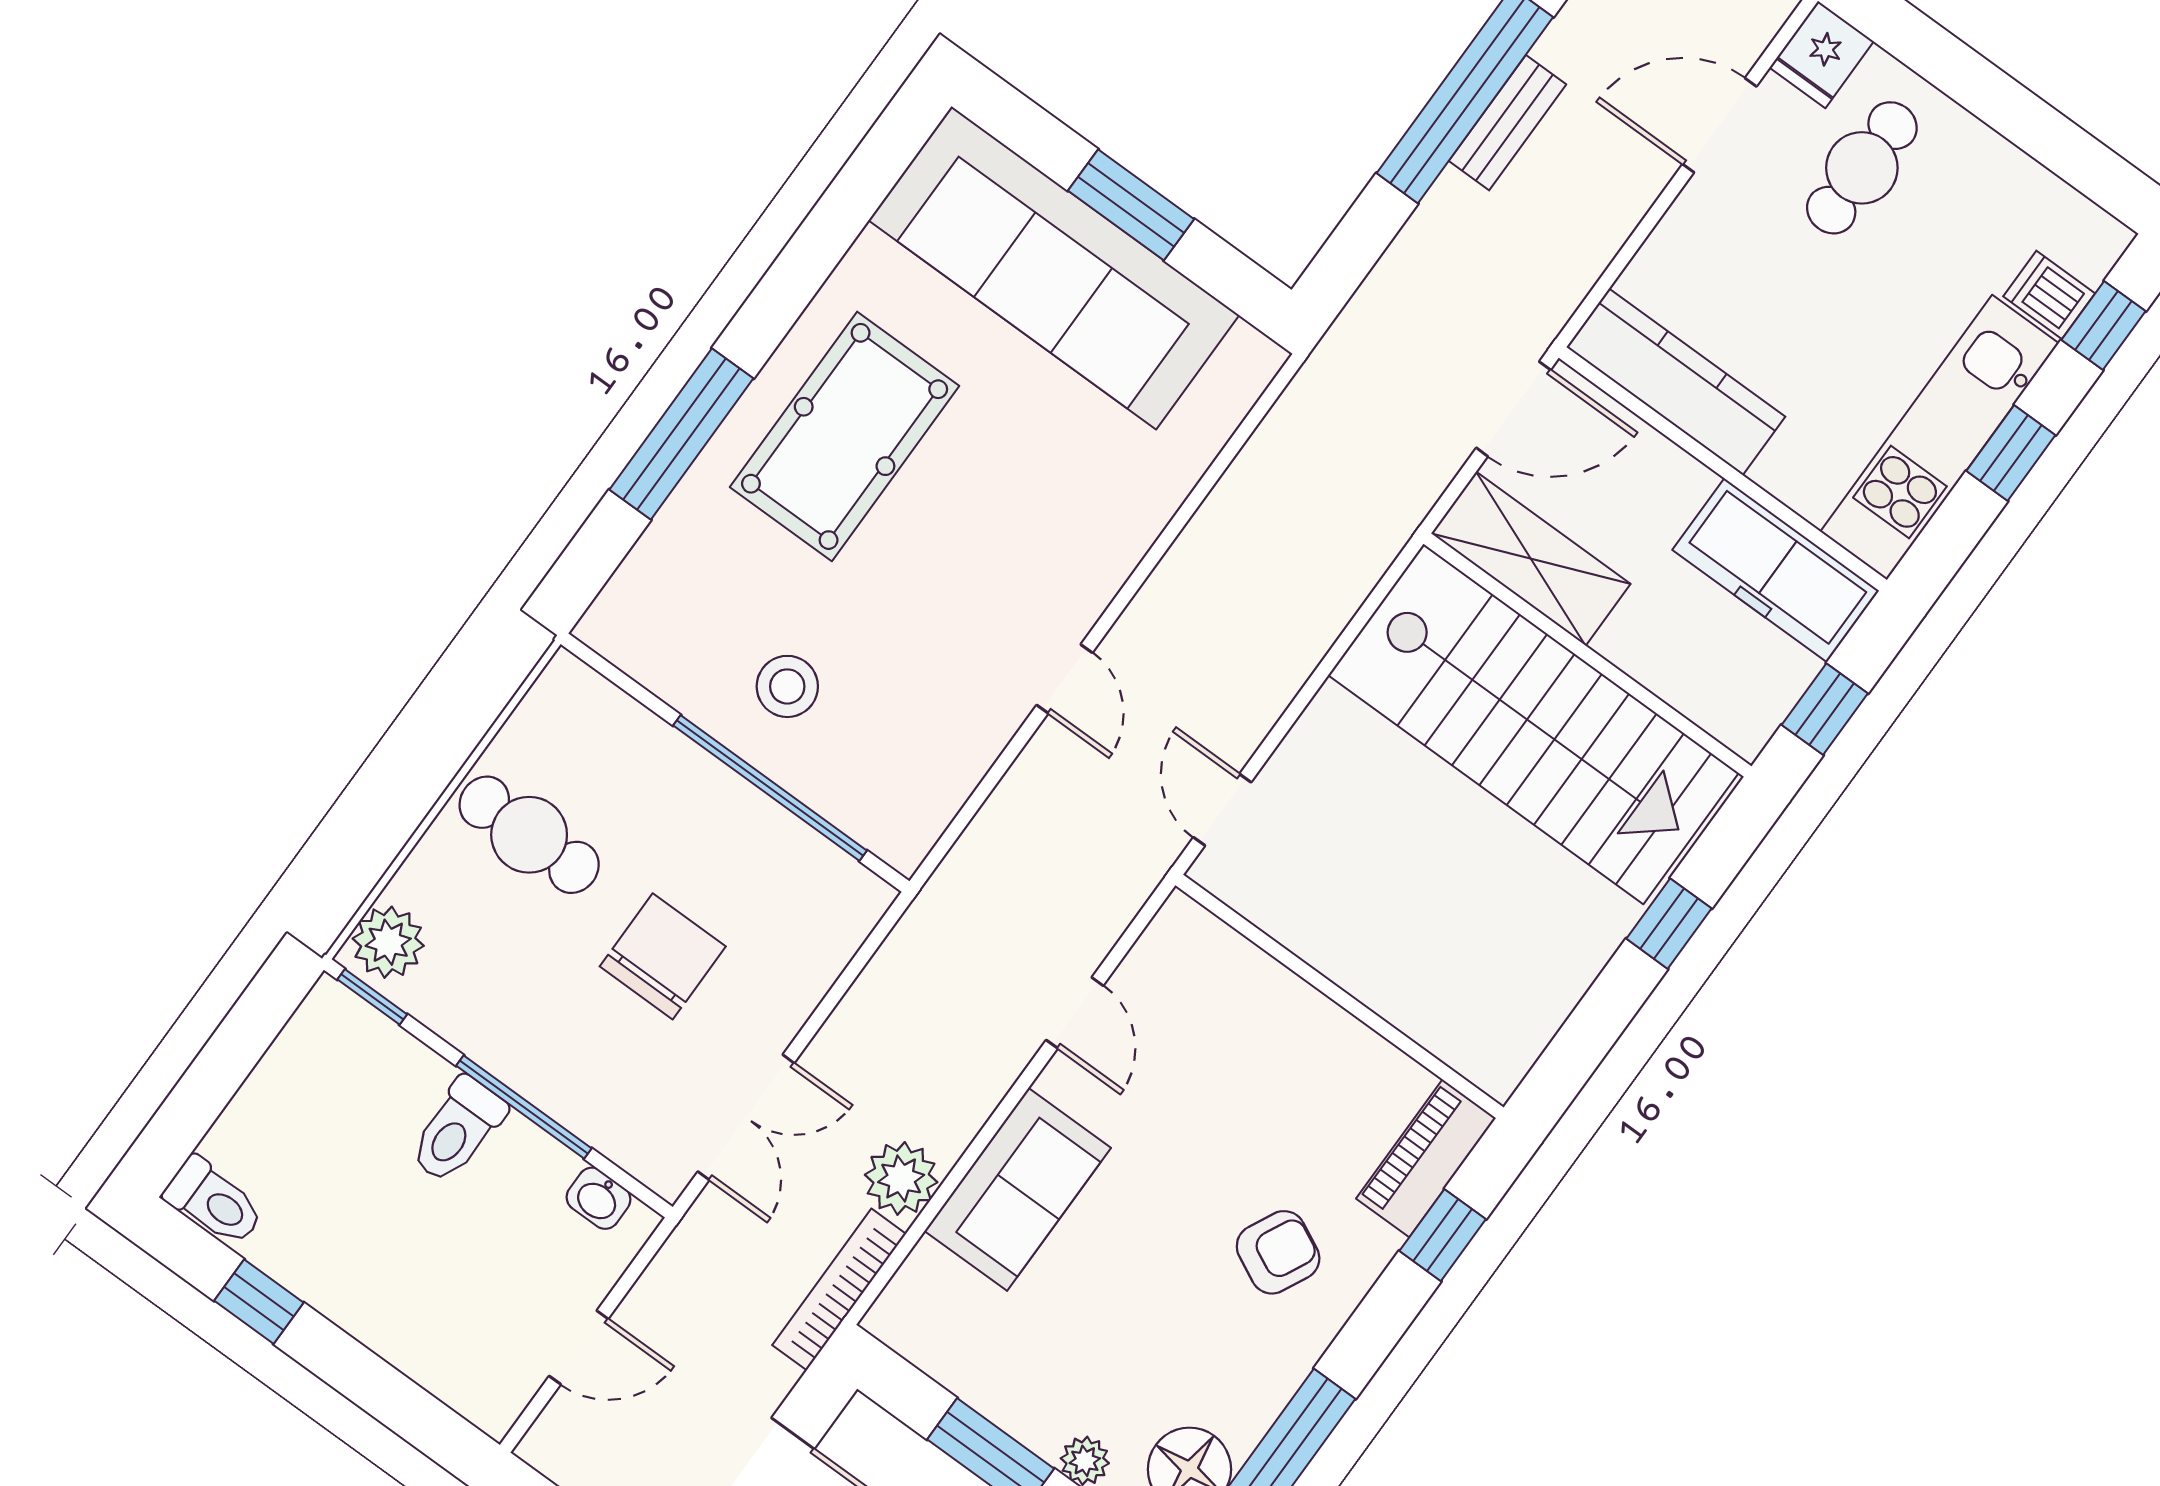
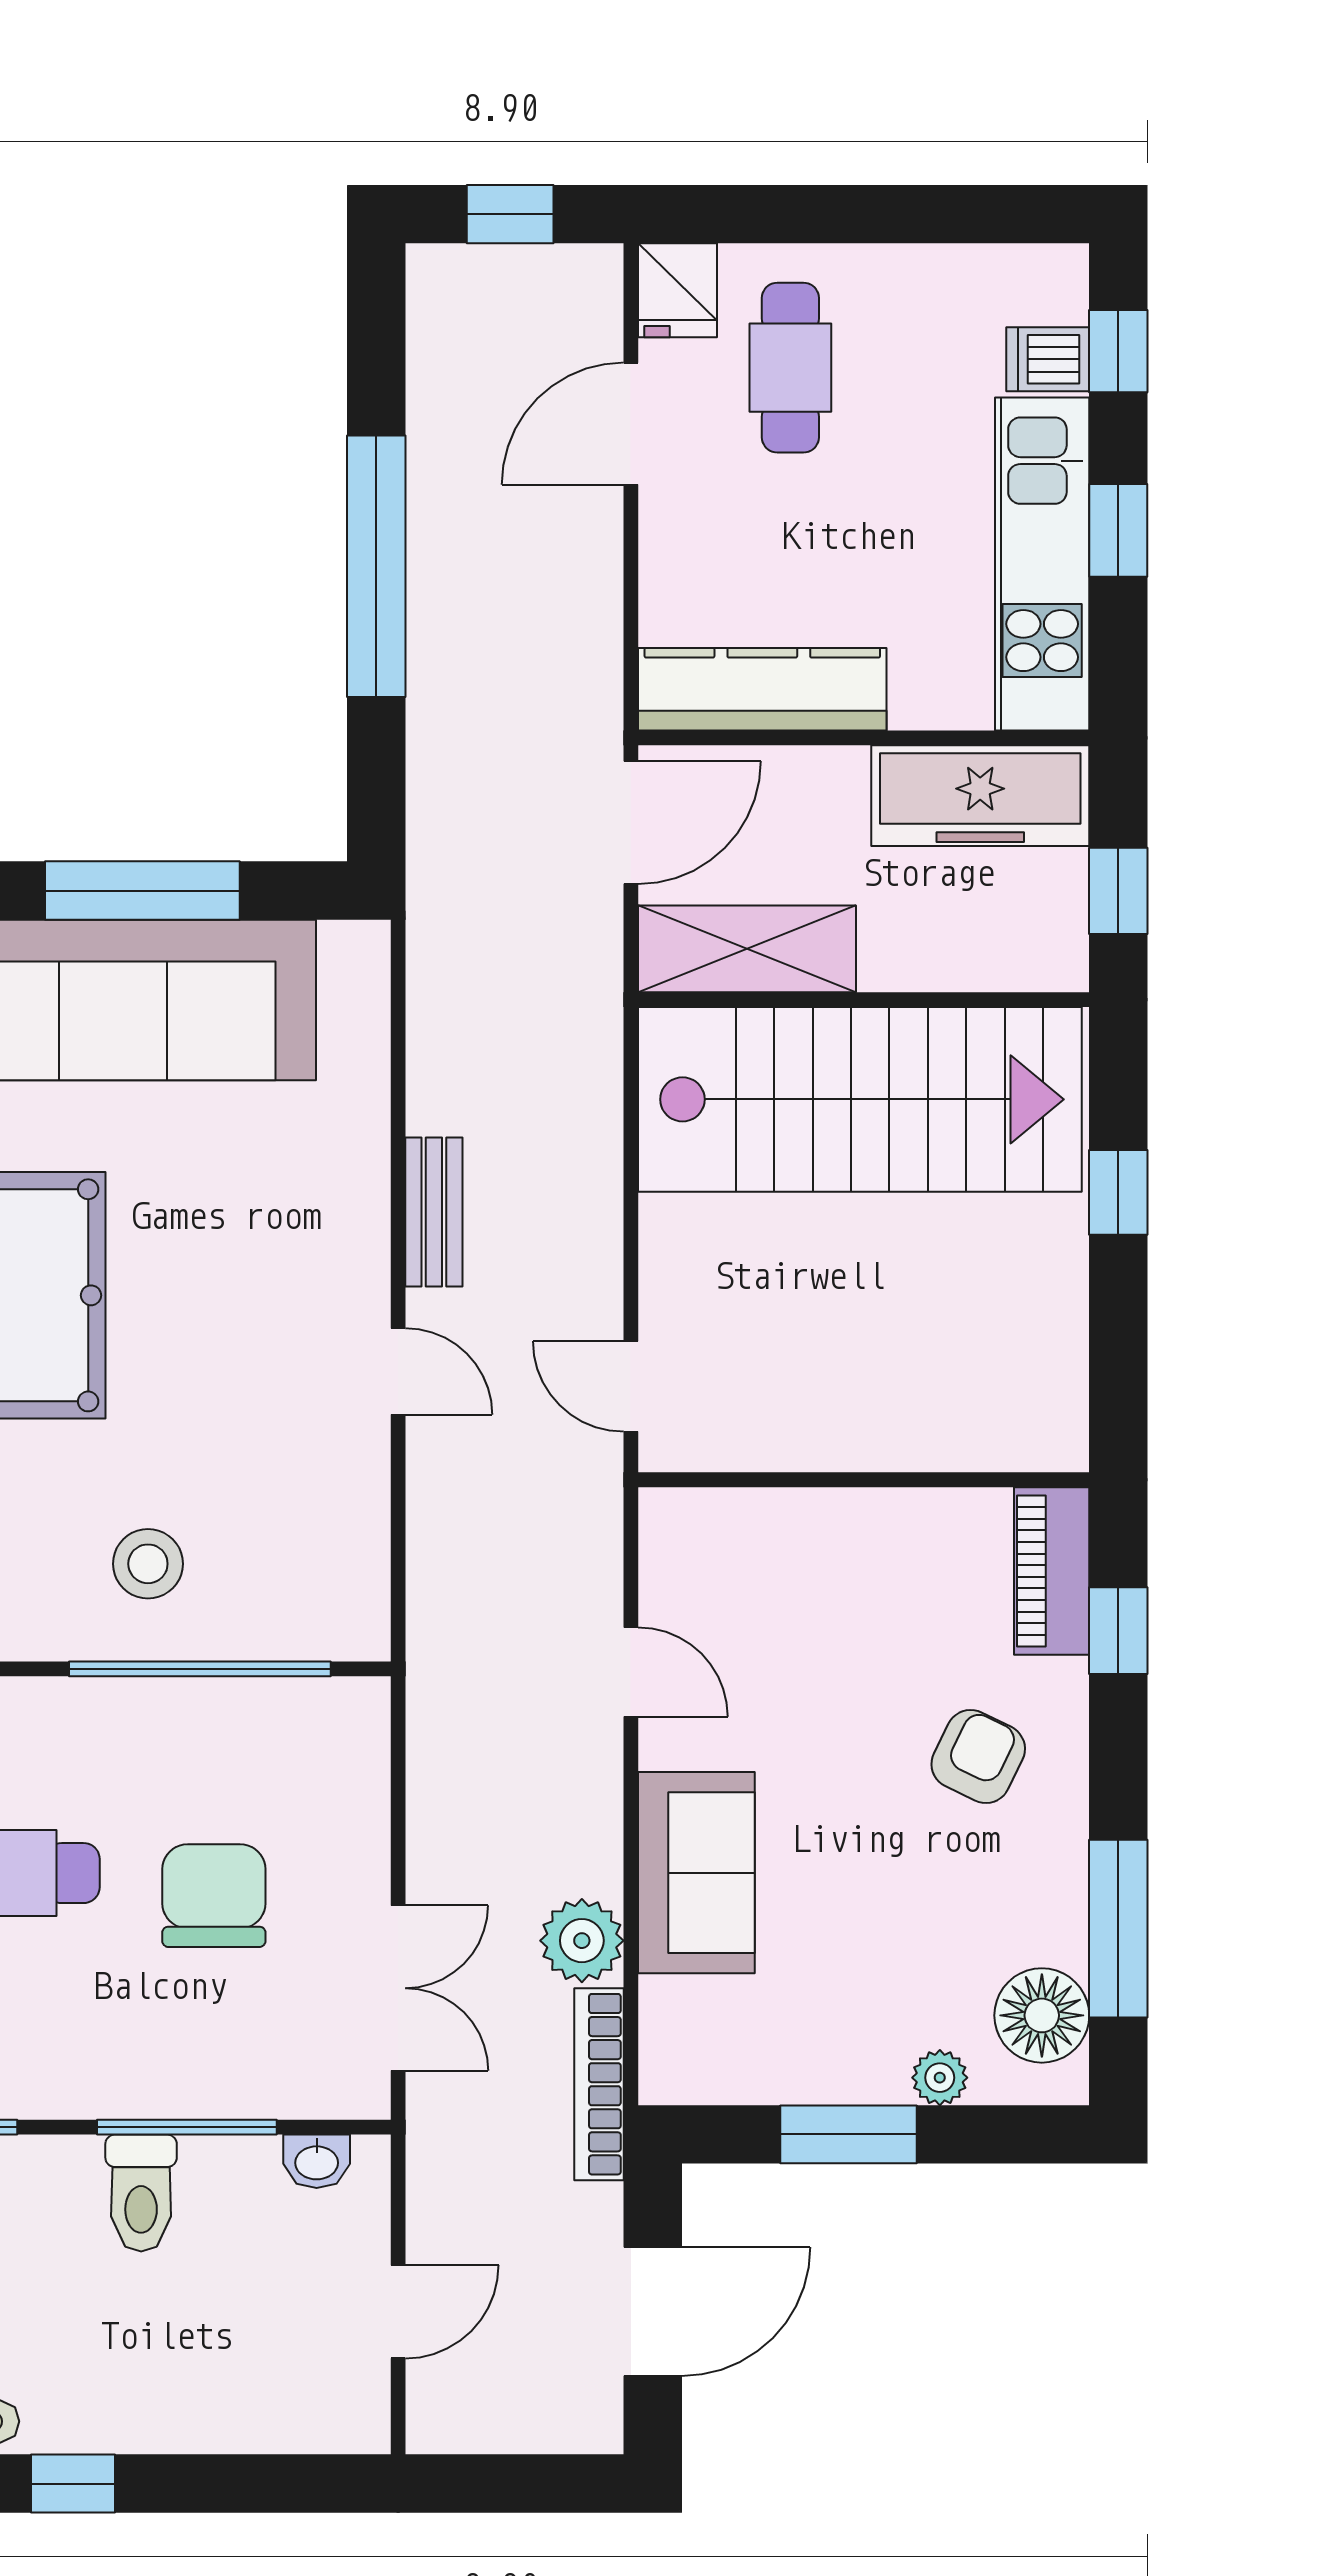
bench: (1507, 123) -> (434, 1212), moved
window: (1131, 205) -> (142, 891), width x1.44

